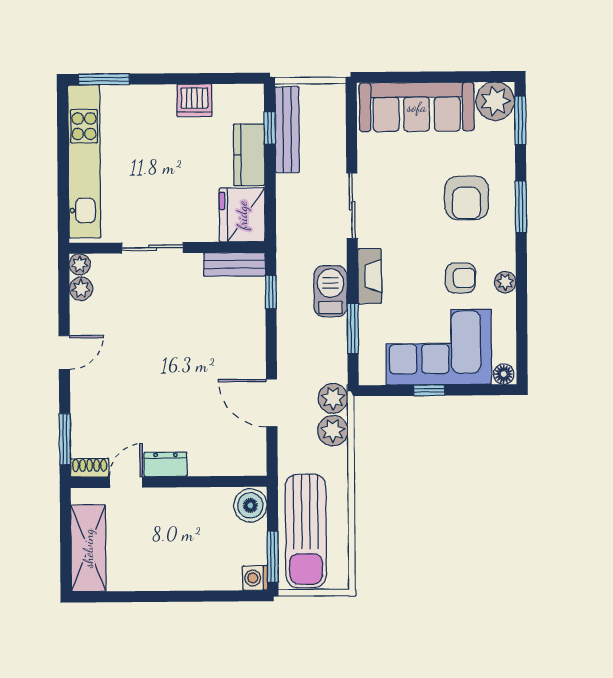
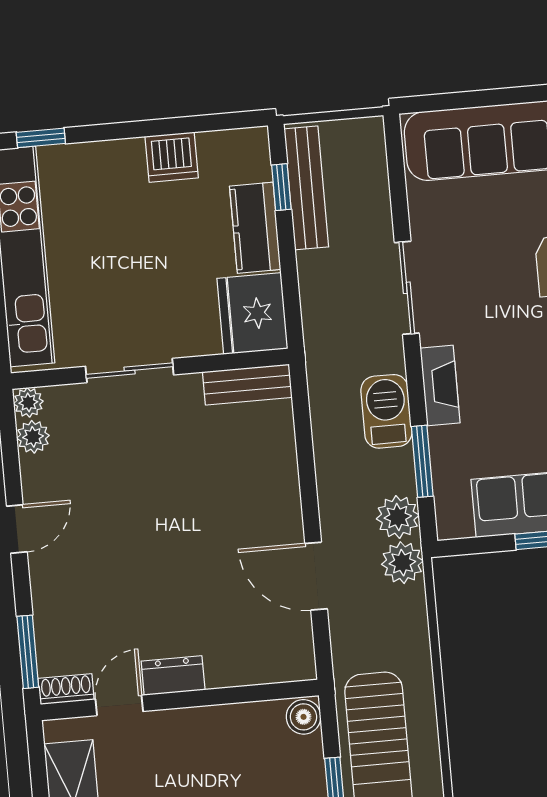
window: (104, 79) -> (41, 138), width x0.67
window: (271, 292) -> (302, 419), removed
plant: (333, 431) -> (398, 517), moved
boiler: (250, 505) -> (304, 717), width x0.73, depth x0.73

